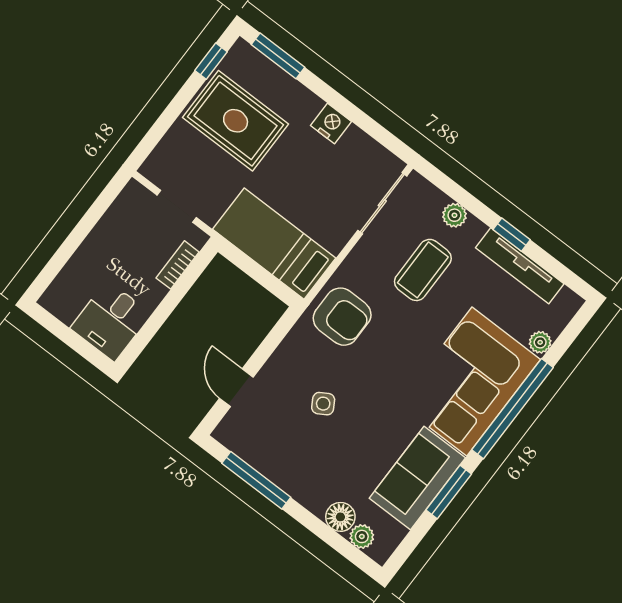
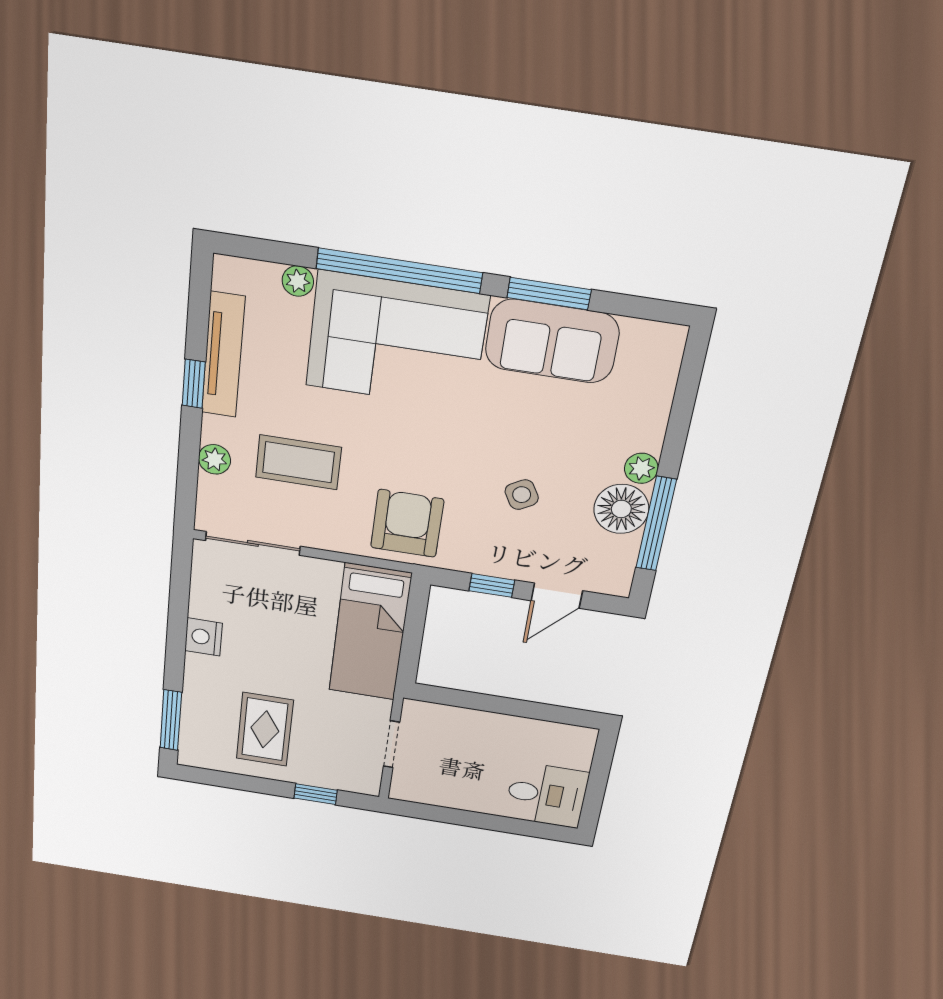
window: (211, 61) -> (316, 794), moved
rug: (236, 121) -> (265, 729), width x0.73, depth x0.70
bookcase: (178, 265) -> (454, 716), removed
desk: (111, 321) -> (547, 795), moved
window: (267, 348) -> (492, 585), added
floor lamp: (340, 517) -> (621, 509), moved, width x1.38, depth x1.38
plant: (362, 536) -> (641, 468), moved

